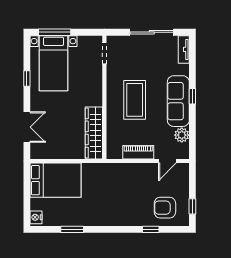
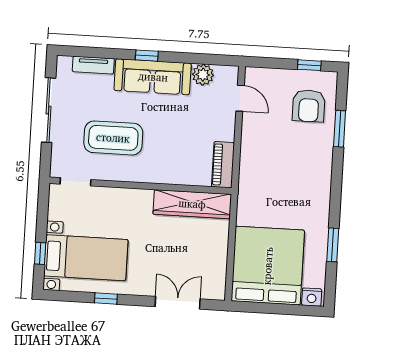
window: (55, 32) -> (40, 253), width x0.46
tv unit: (184, 49) -> (93, 65), moved
coffee table: (135, 100) -> (113, 138), moved
piano: (138, 152) -> (223, 165), moved
bed: (56, 180) -> (268, 266), width x1.36
window: (151, 229) -> (340, 129), width x1.50

